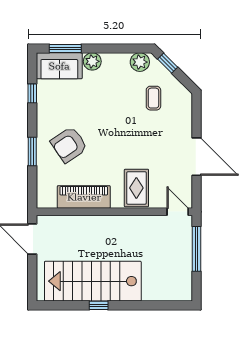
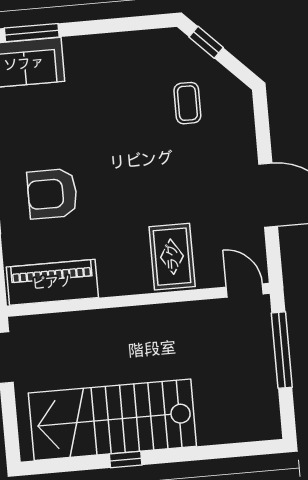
plant: (92, 61) -> (79, 50), removed
plant: (140, 62) -> (159, 44), removed
armchair: (69, 145) -> (52, 194), turned 34
piano: (84, 197) -> (52, 282), moved

